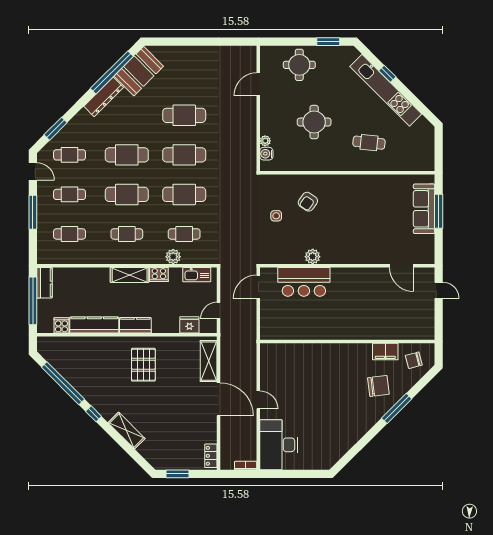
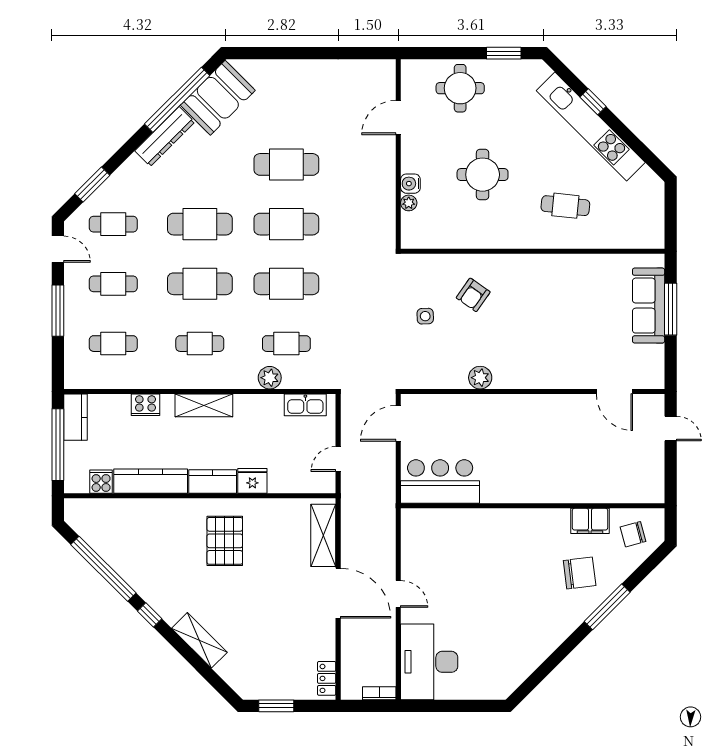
water cooler: (266, 154) -> (410, 184), moved
cooker: (159, 275) -> (146, 405), moved
bar counter: (304, 282) -> (440, 481), moved, turned 180
fridge: (189, 325) -> (252, 481), moved

